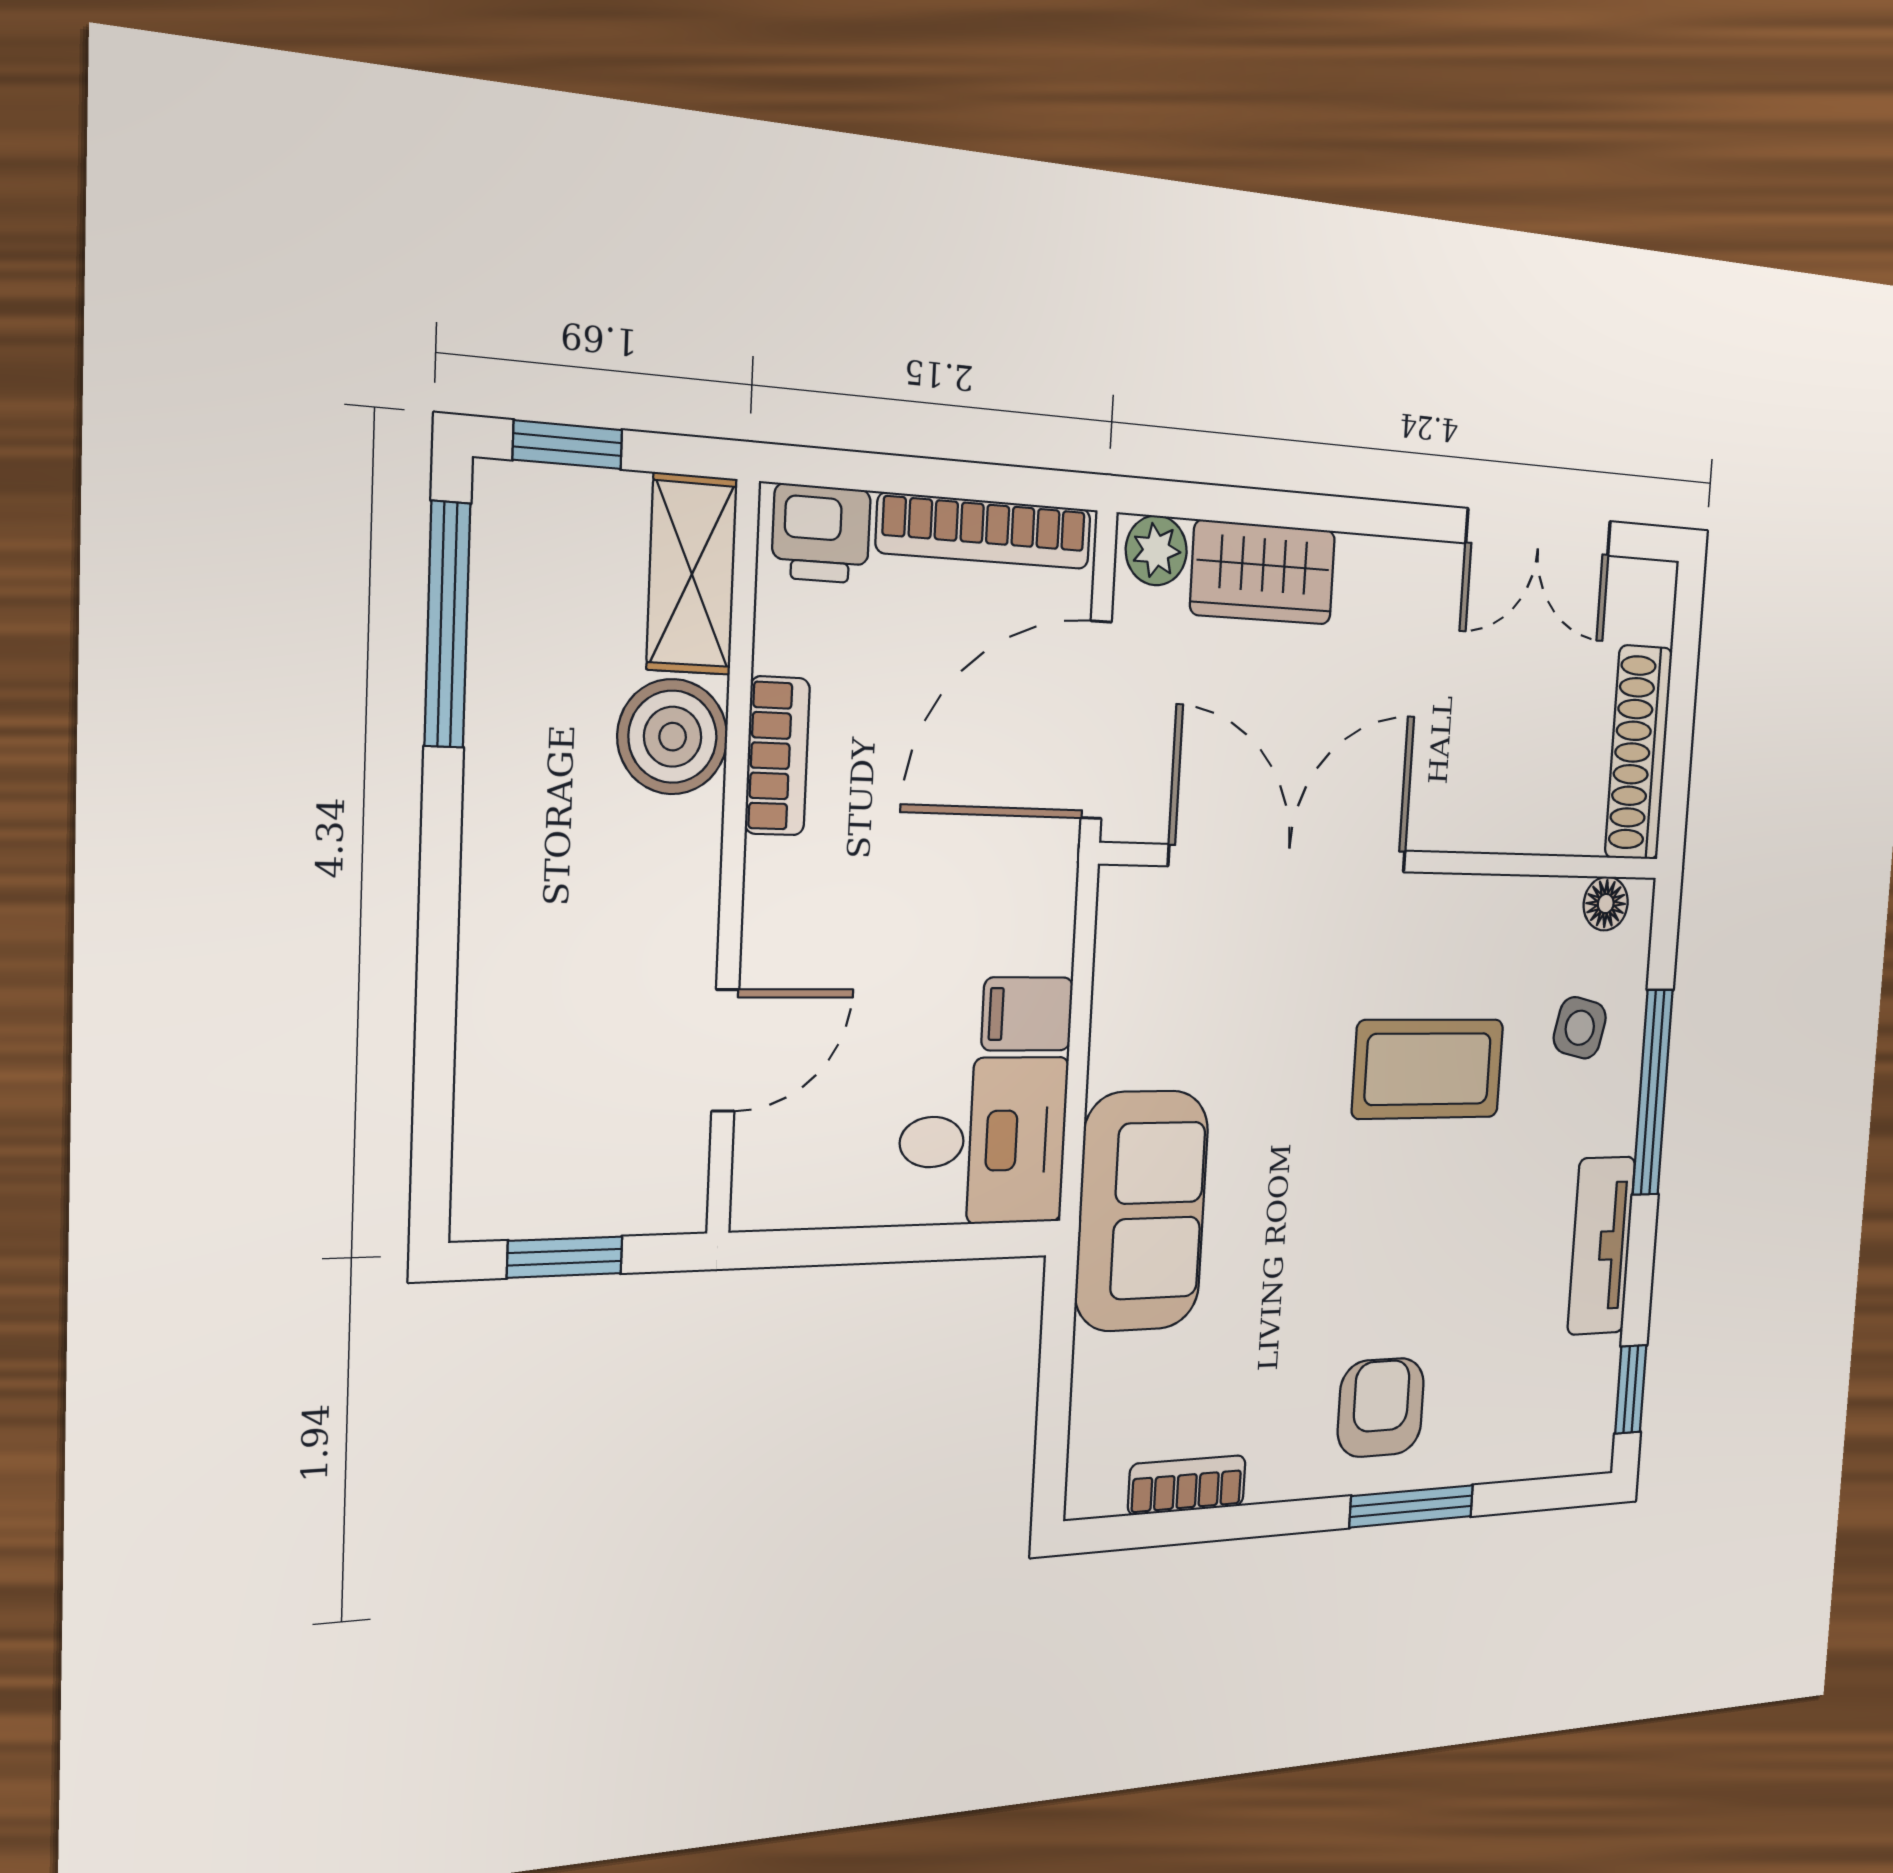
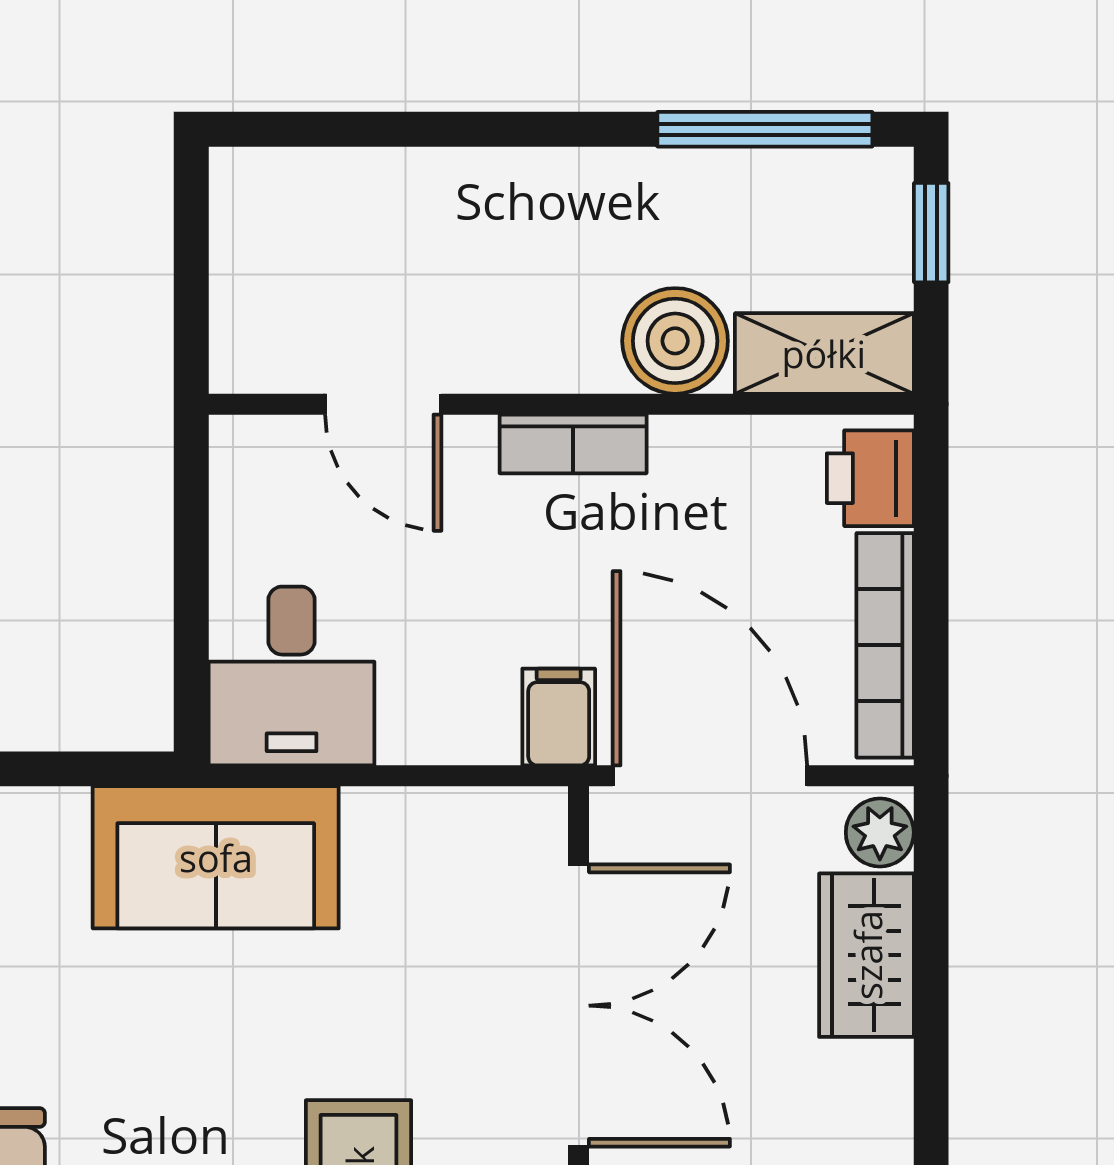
bookcase: (777, 756) -> (573, 444), moved
filing cabinet: (1027, 1014) -> (559, 717), moved
window: (565, 1257) -> (191, 256), removed

